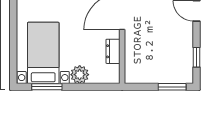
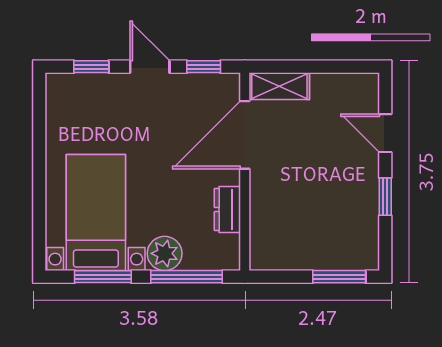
window: (197, 57) -> (385, 197), moved
window: (91, 87) -> (186, 277), added

